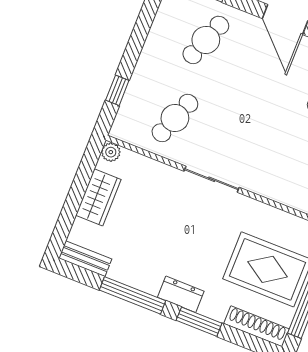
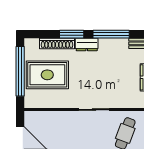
shoe rack: (257, 326) -> (57, 43), moved

